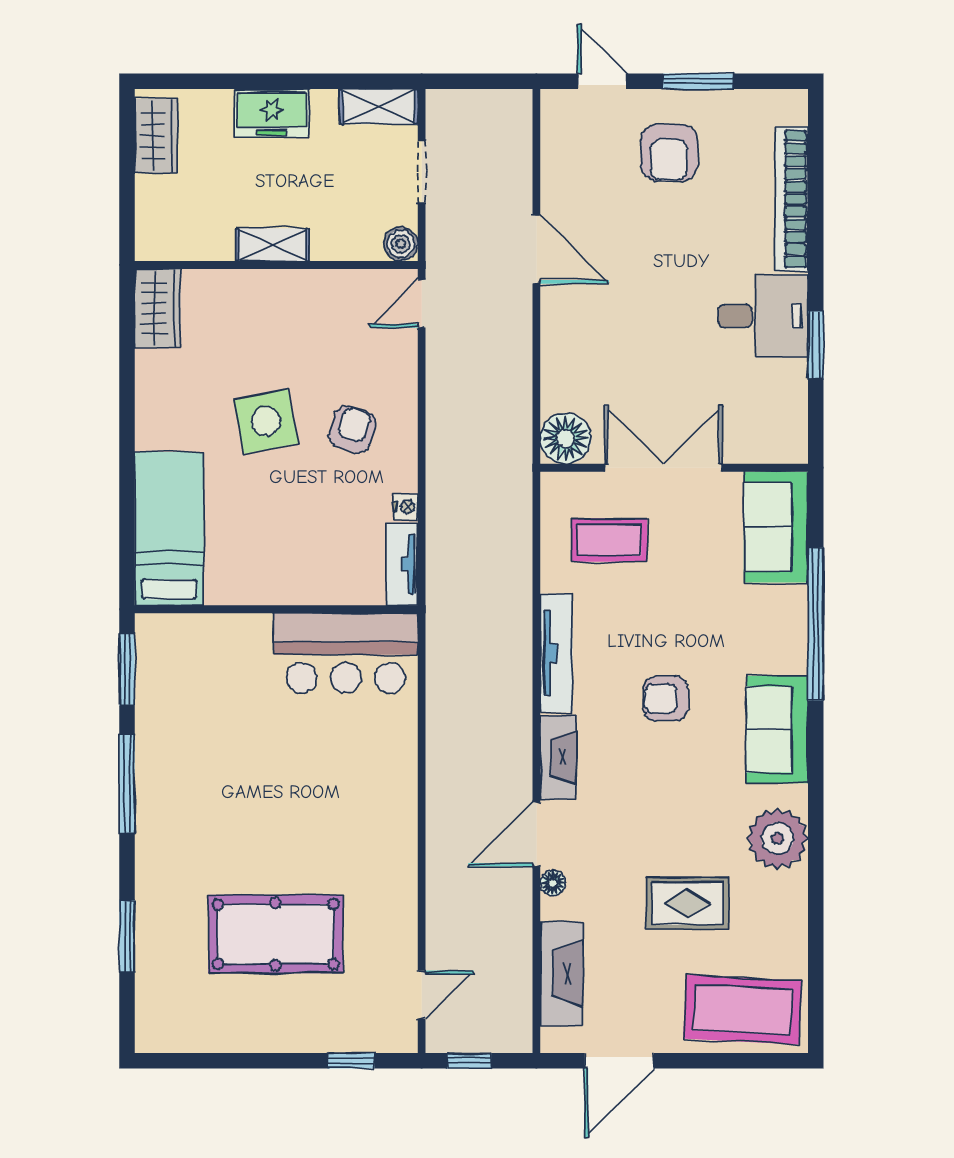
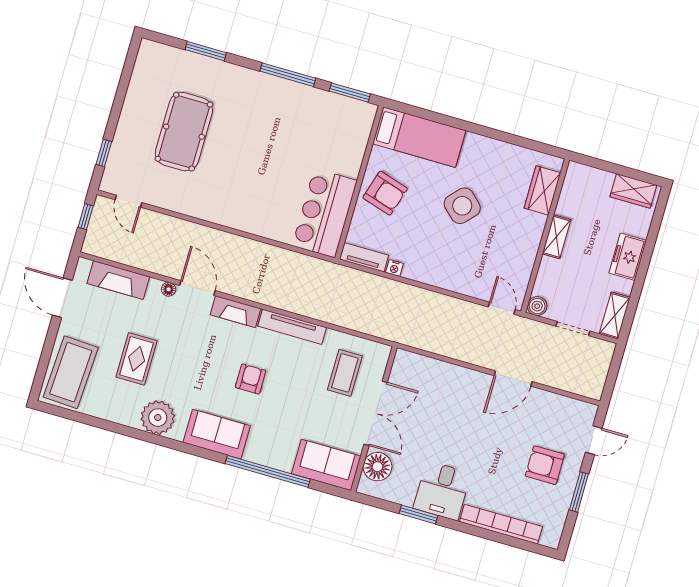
wardrobe: (158, 308) -> (542, 190), moved, turned 90
side table: (266, 421) -> (462, 206), turned -36
armchair: (352, 430) -> (385, 193), moved, width x1.38, depth x1.38
floor lamp: (566, 438) -> (377, 467), moved

